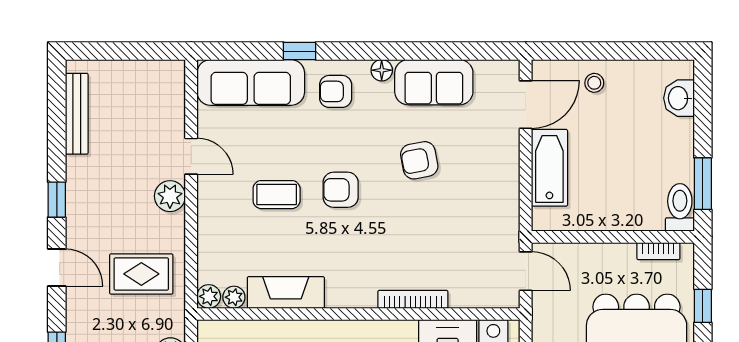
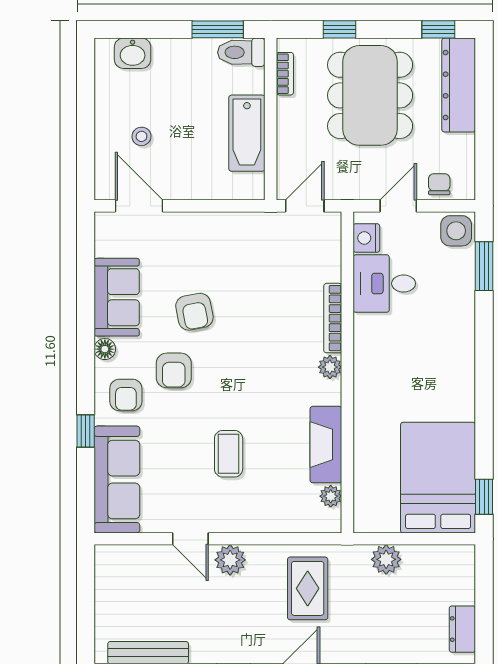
stool: (594, 83) -> (141, 136), moved
door: (191, 156) -> (190, 539), swing flipped
bathtub: (549, 168) -> (247, 133), moved, turned -90
armchair: (341, 190) -> (174, 370), moved
plant: (209, 296) -> (330, 367), moved

